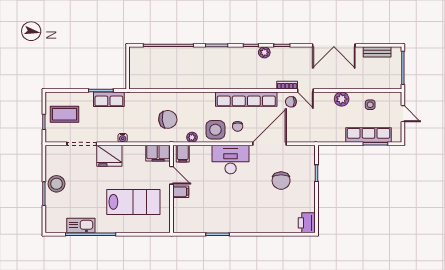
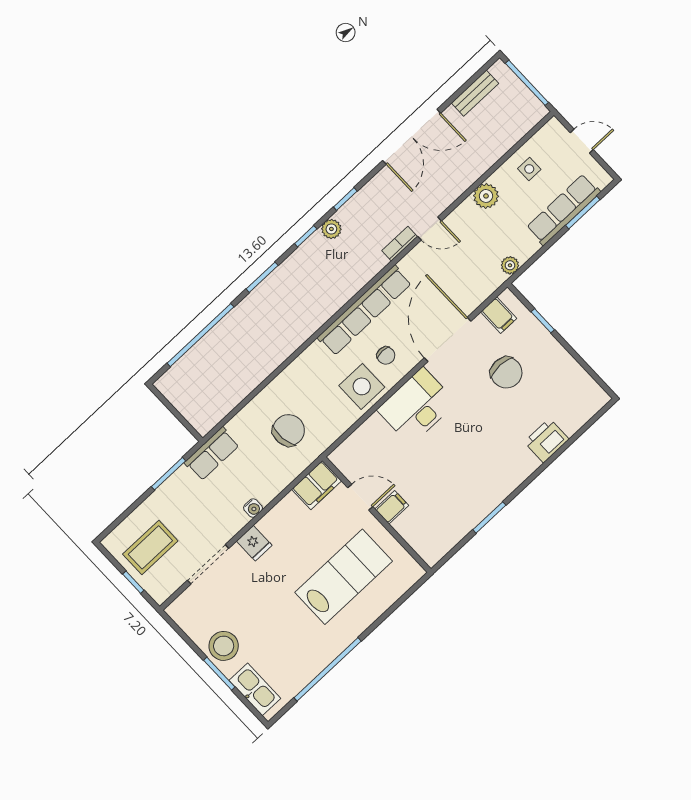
row of seats: (109, 99) -> (212, 454), moved
chair: (291, 102) -> (425, 260), removed
plant: (192, 137) -> (510, 265), moved
filing cabinet: (183, 154) -> (499, 315), moved
fridge: (109, 156) -> (254, 543), width x0.53, depth x0.75
printer: (307, 223) -> (547, 441), moved, turned 90
kitchen sink: (81, 226) -> (255, 689), moved, turned 90

